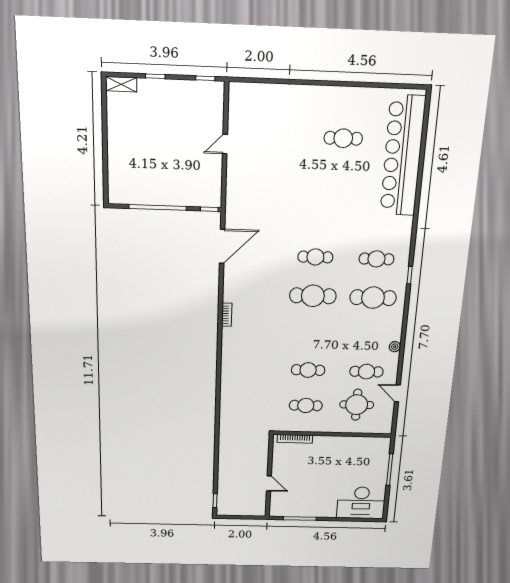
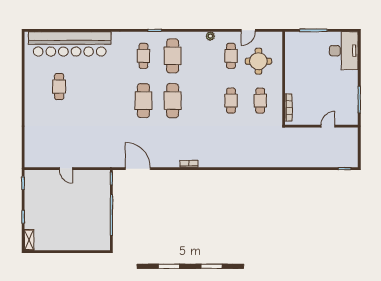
cafe table: (315, 257) -> (143, 101), width x1.37, depth x1.35

